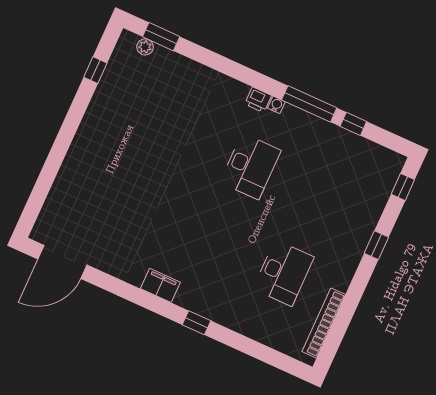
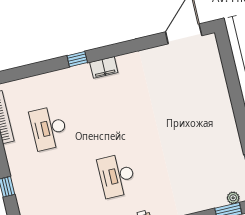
filing cabinet: (160, 285) -> (104, 67), moved

